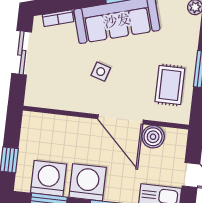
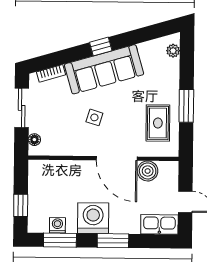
floor lamp: (32, 89) -> (34, 140), added
washing machine: (48, 178) -> (57, 225), width x0.53, depth x0.53

